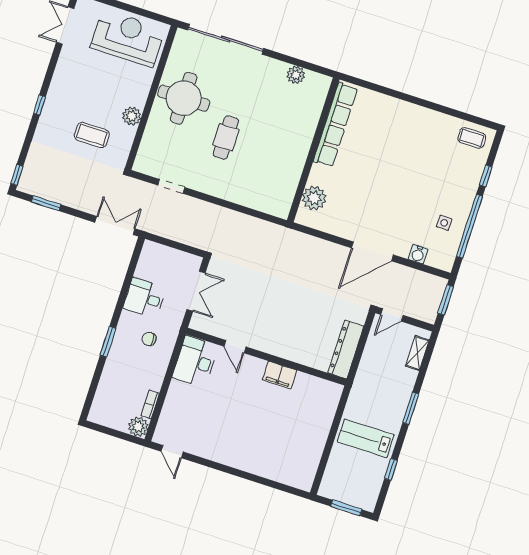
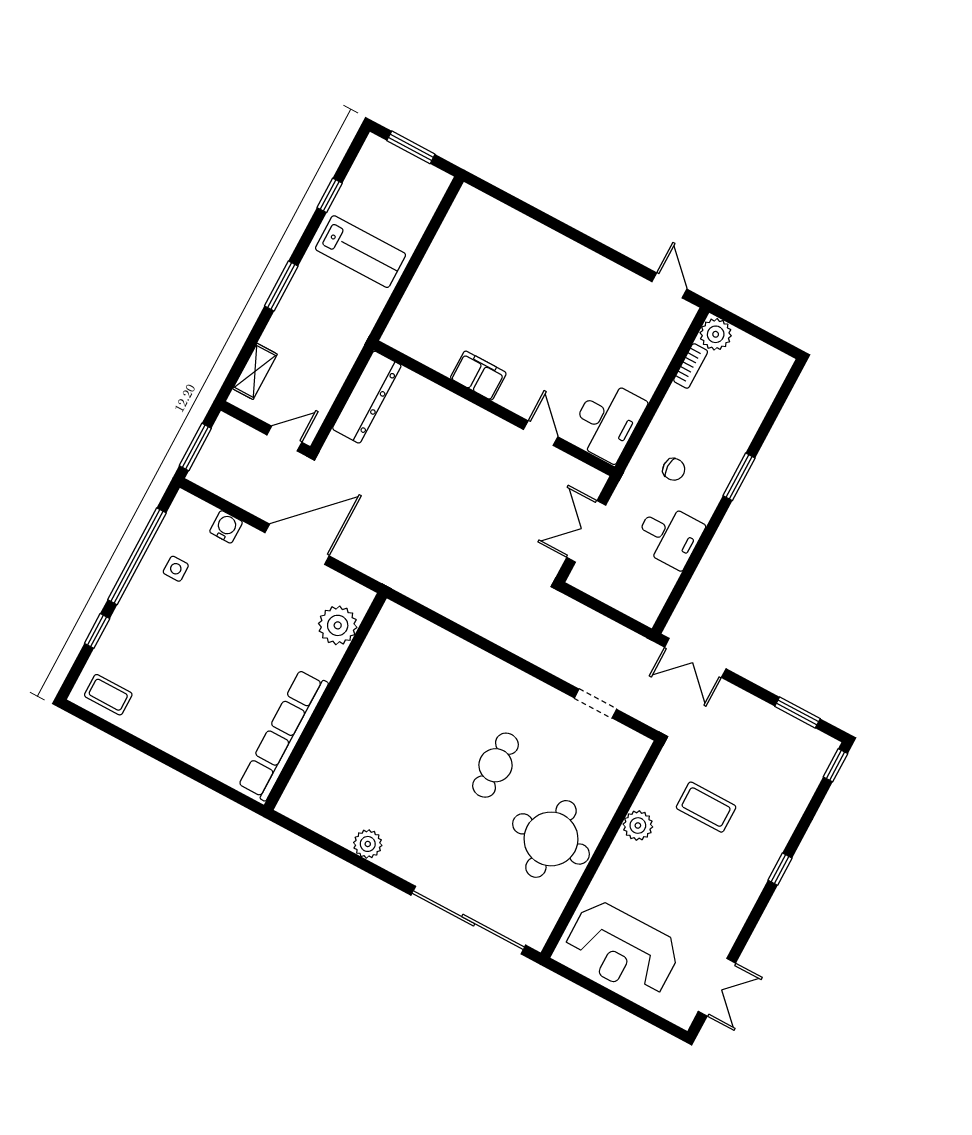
row of seats: (335, 125) -> (283, 735), moved
wall: (313, 150) -> (325, 702), moved
plant: (314, 198) -> (338, 625), moved

